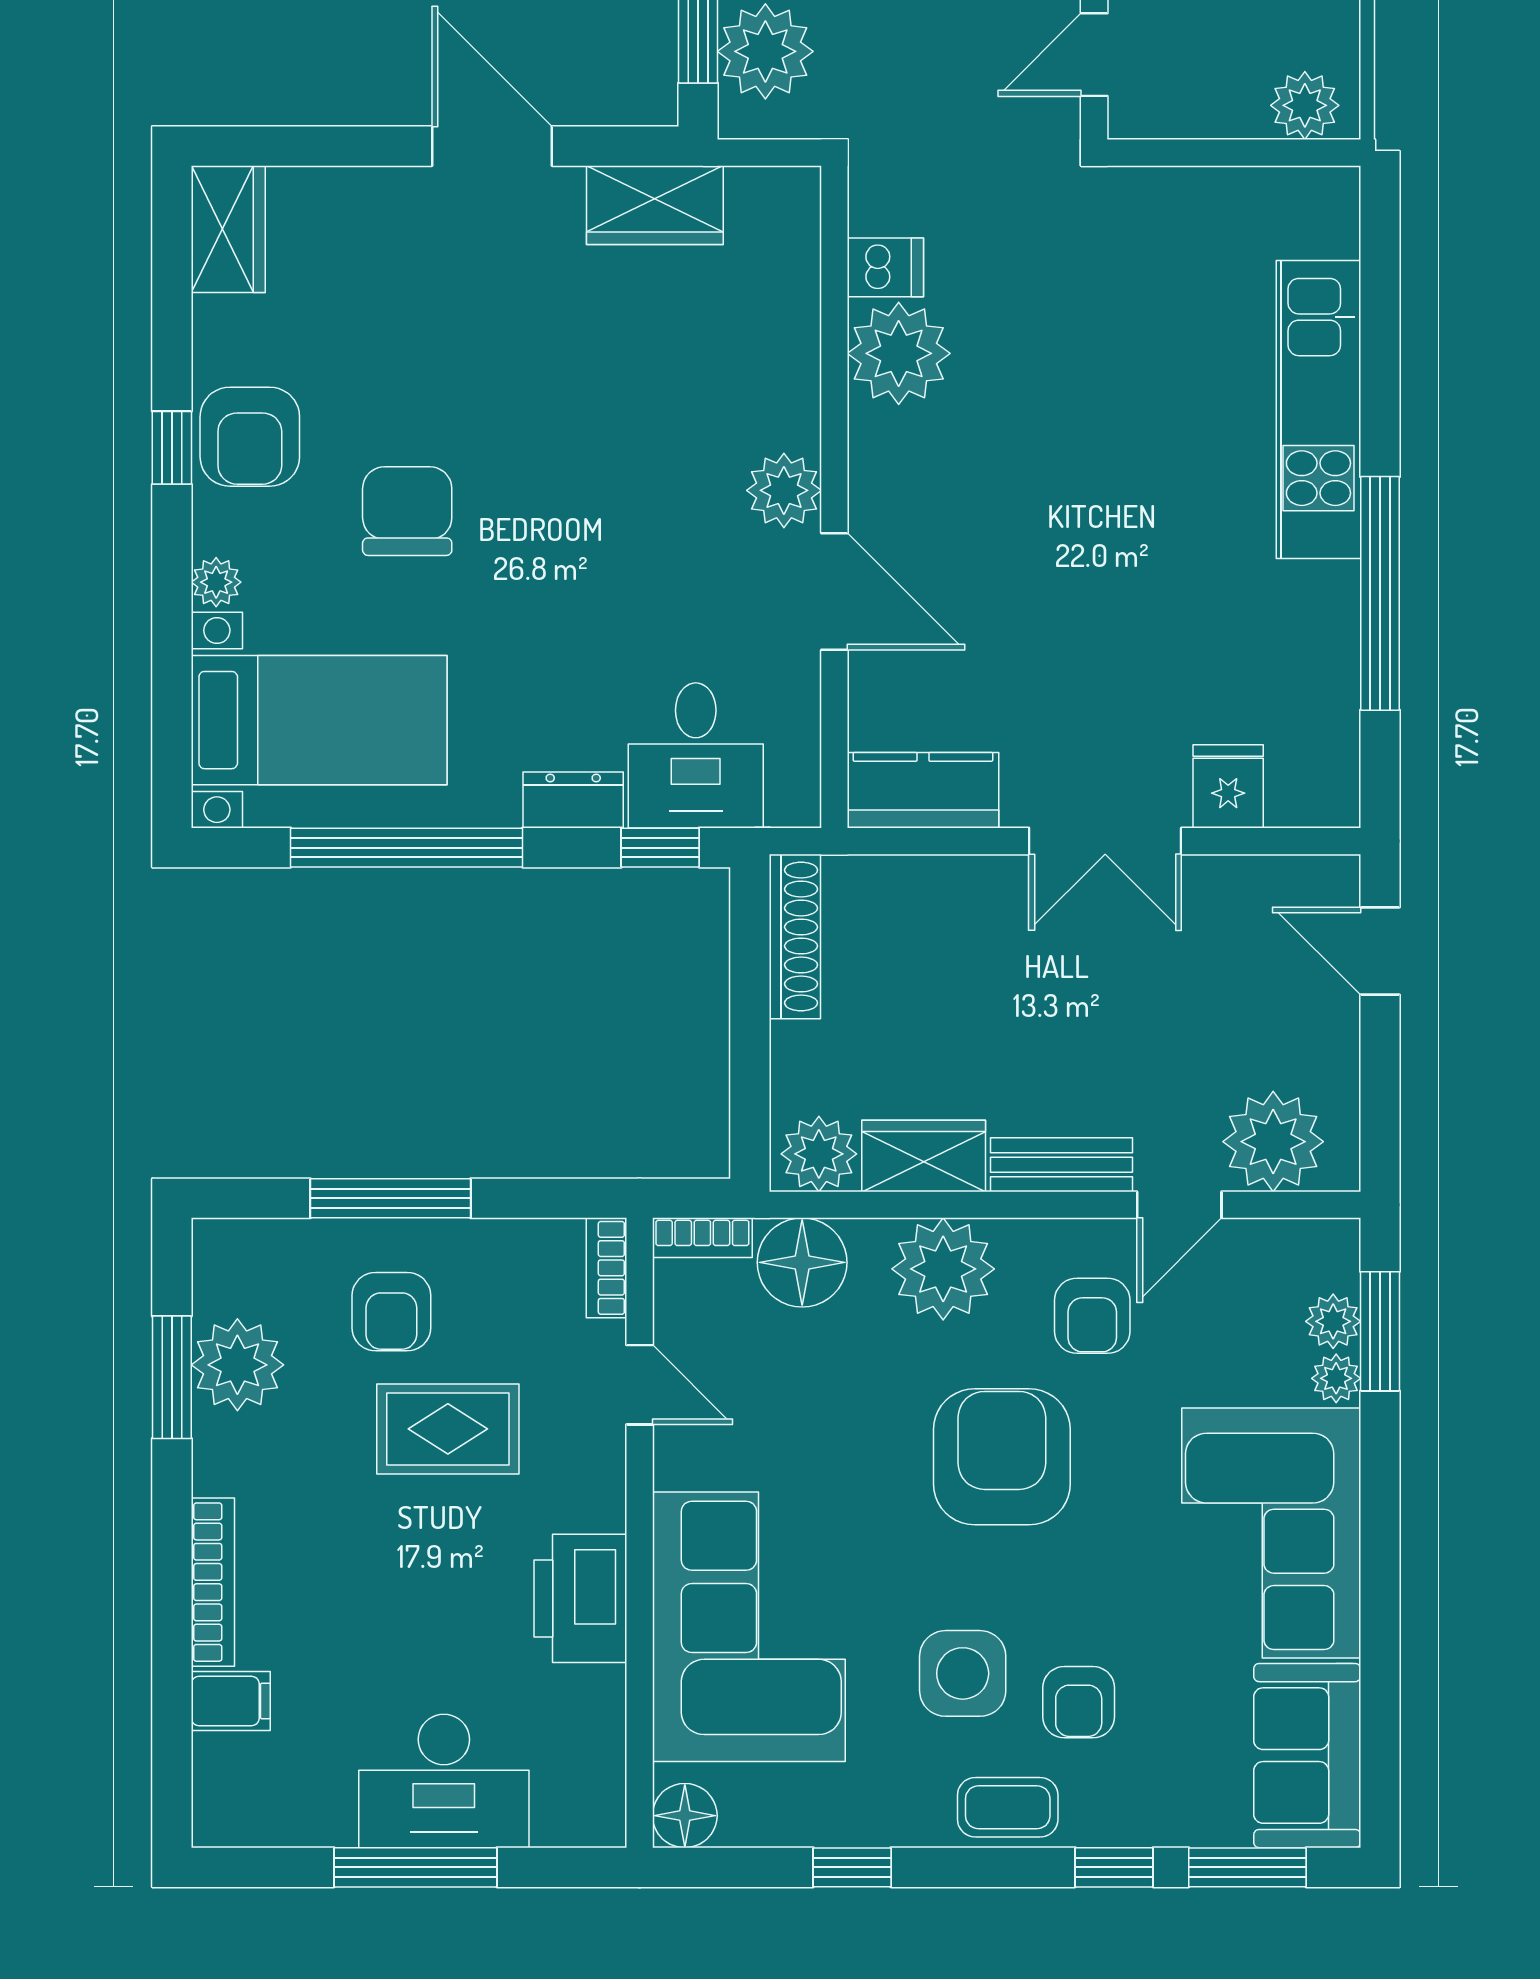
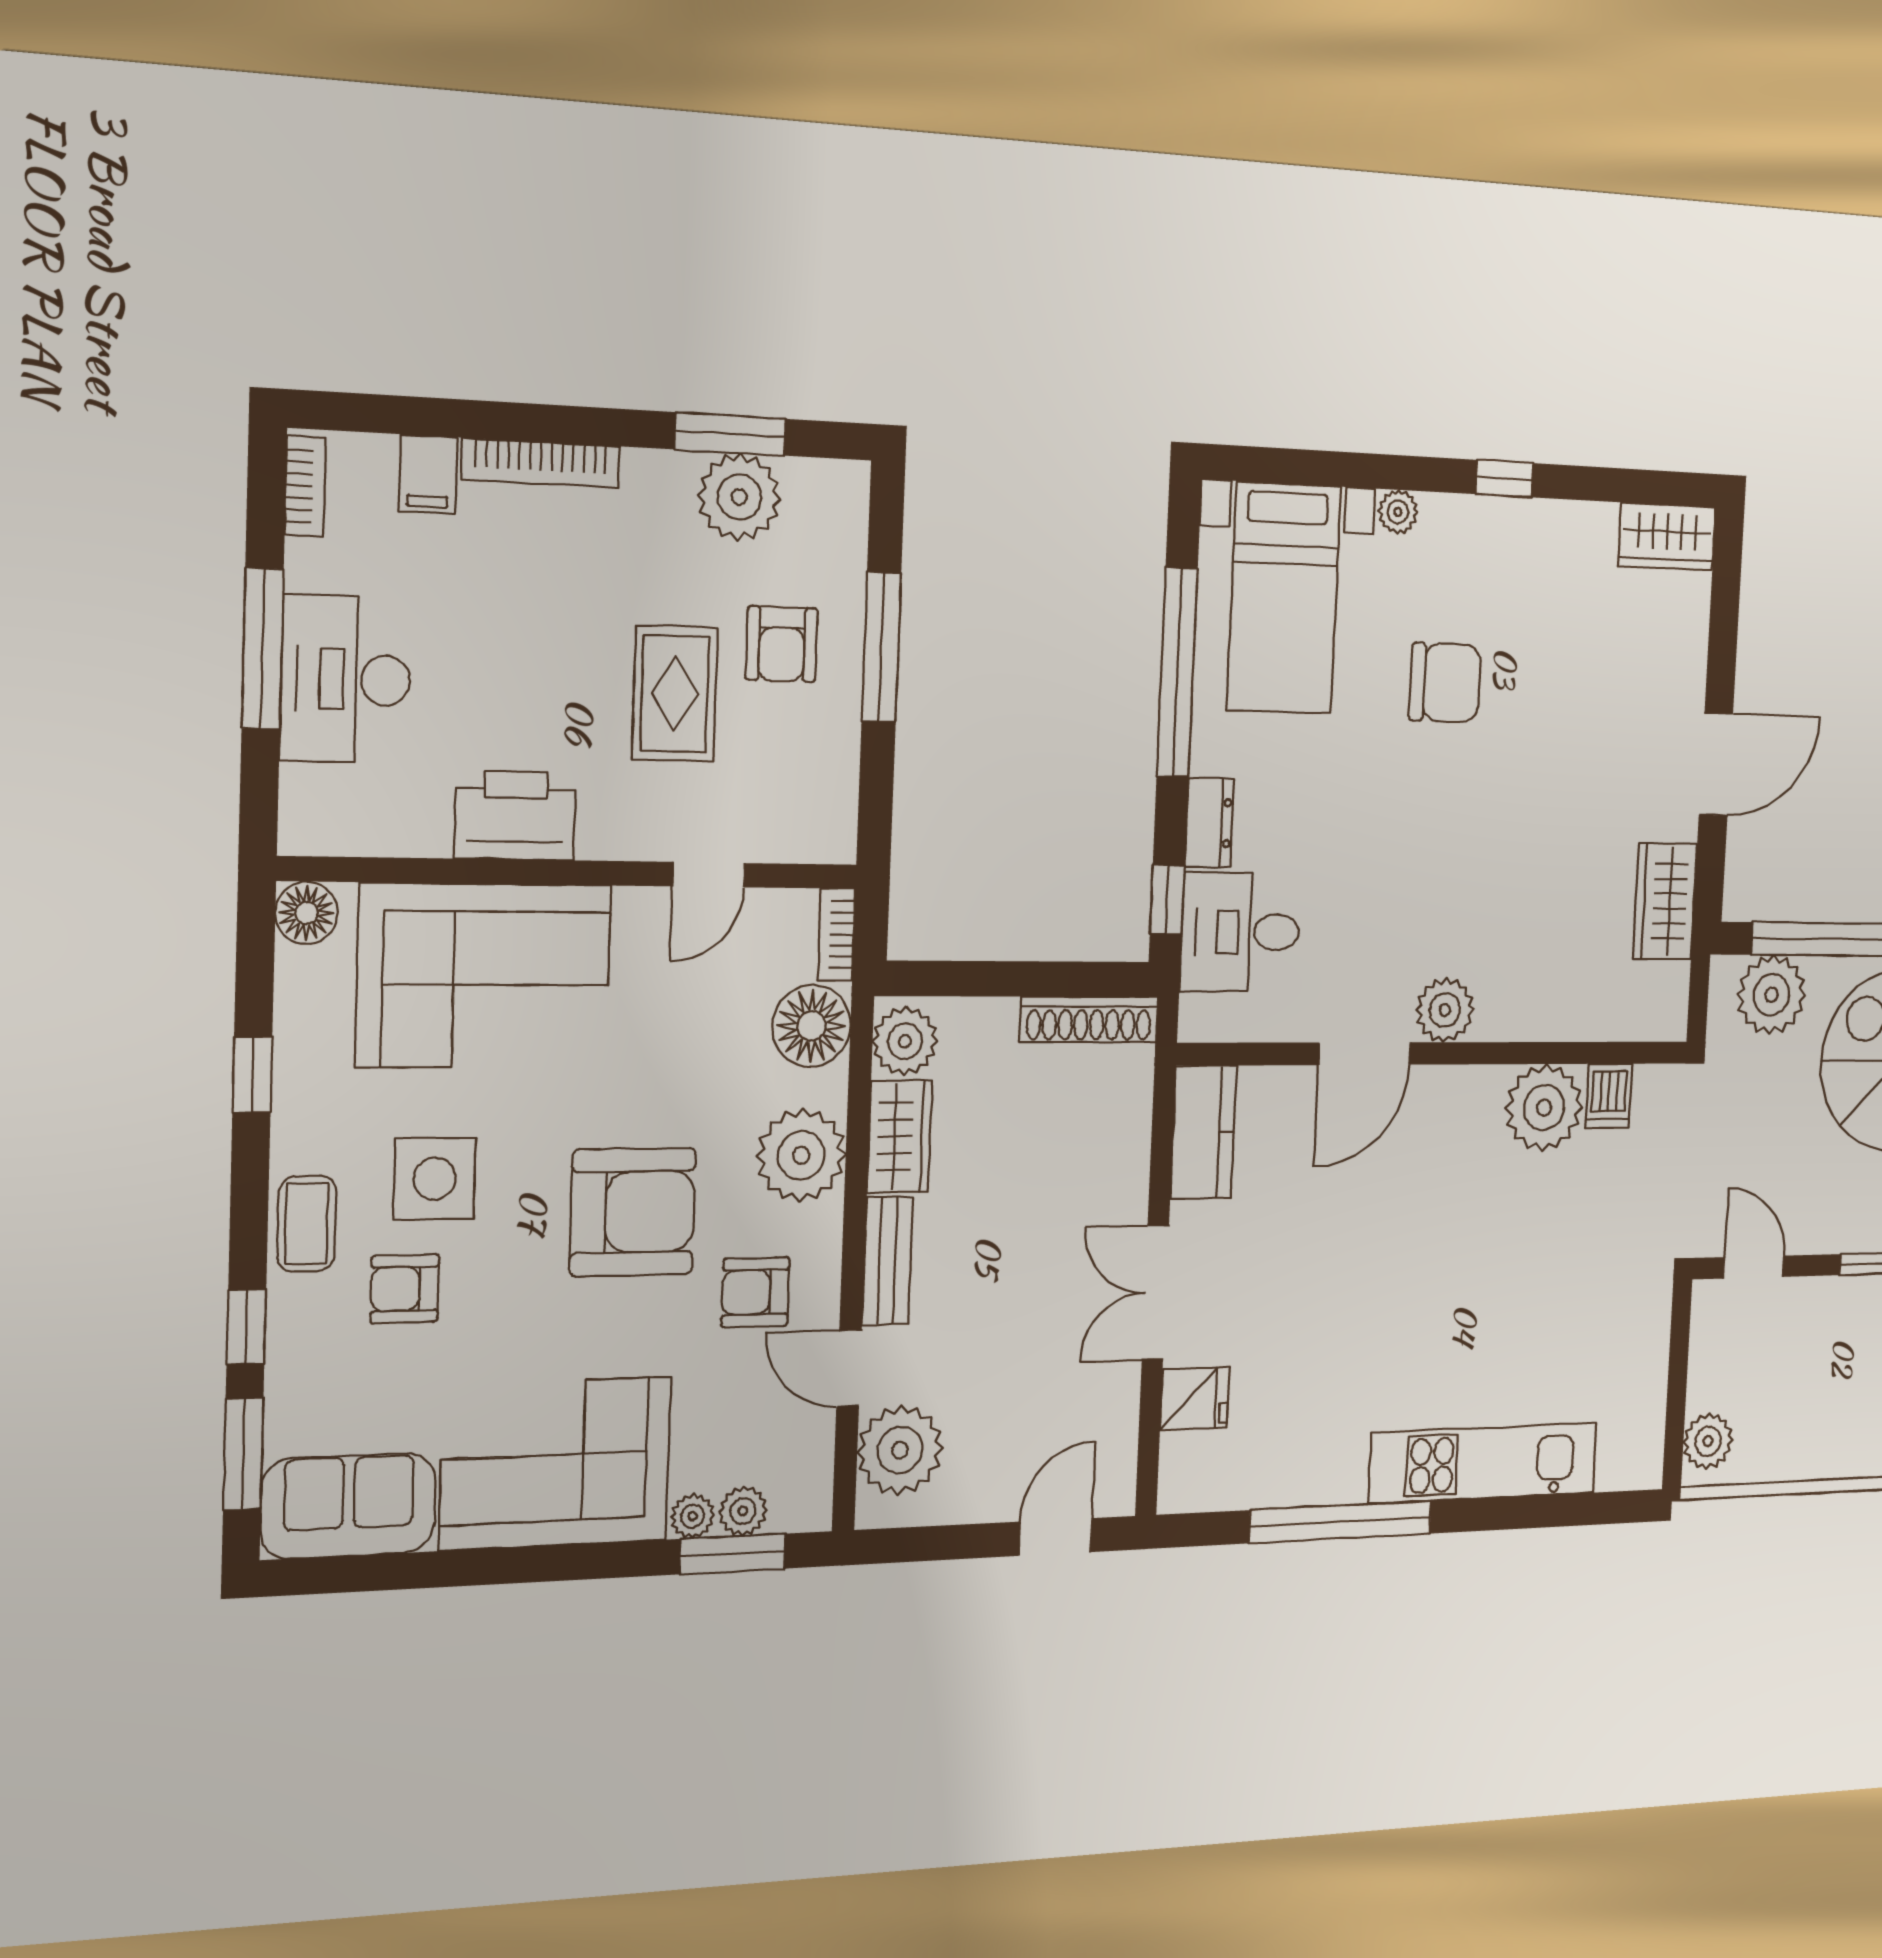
armchair: (250, 437) -> (1509, 547), removed
bookcase: (606, 1268) -> (305, 486), moved, turned 90
armchair: (391, 1312) -> (782, 644), turned -90

